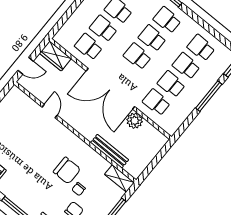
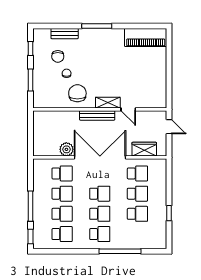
wardrobe: (55, 56) -> (144, 149), moved
door: (26, 66) -> (169, 127), swing flipped
bench: (110, 151) -> (97, 115), moved
chair: (67, 171) -> (77, 93), moved, turned 90
shelving: (119, 178) -> (108, 103), moved

